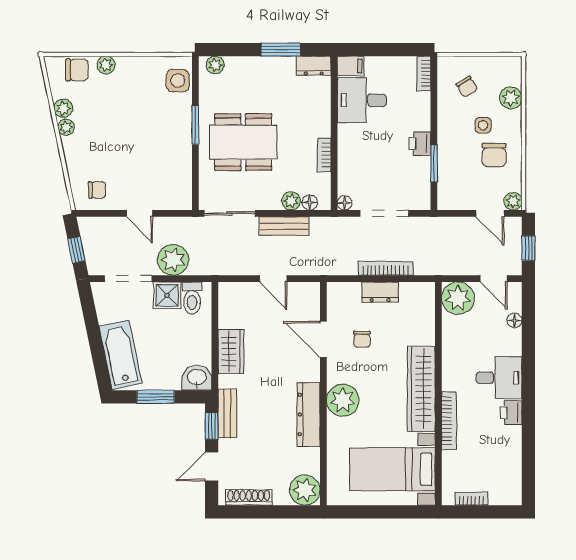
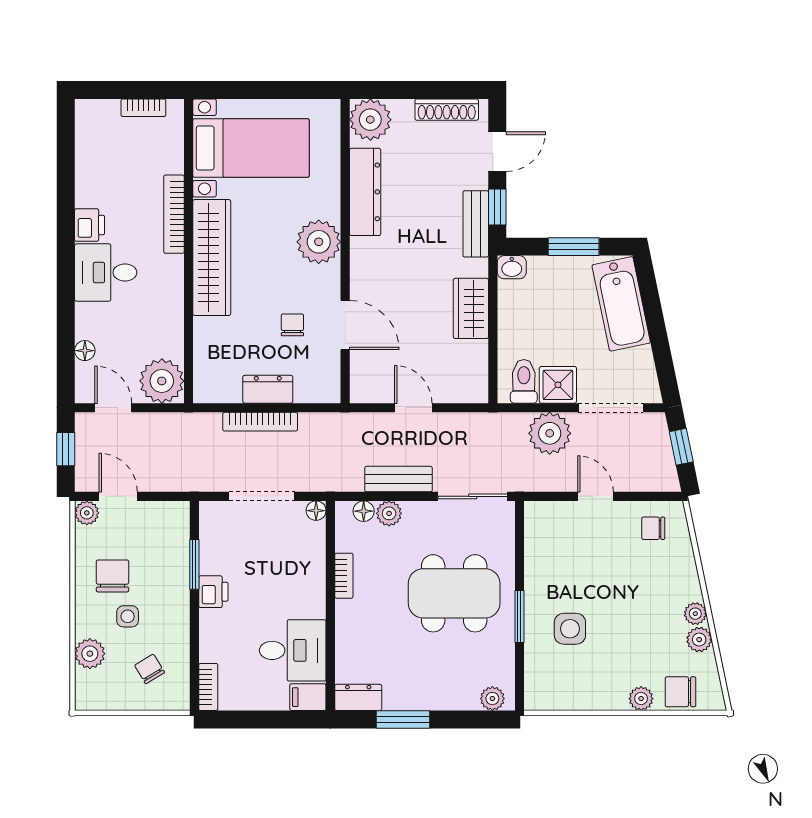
side table: (178, 81) -> (570, 629), moved
washbasin: (197, 378) -> (512, 267), width x0.72, depth x0.69
dresser: (309, 414) -> (365, 192), moved

